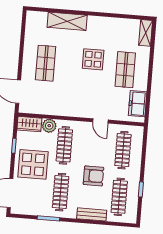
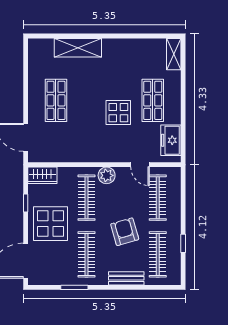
display table: (93, 59) -> (118, 113), moved
door: (100, 121) -> (140, 165), moved
plant: (49, 126) -> (107, 175), moved
armchair: (94, 176) -> (125, 232), turned -106

